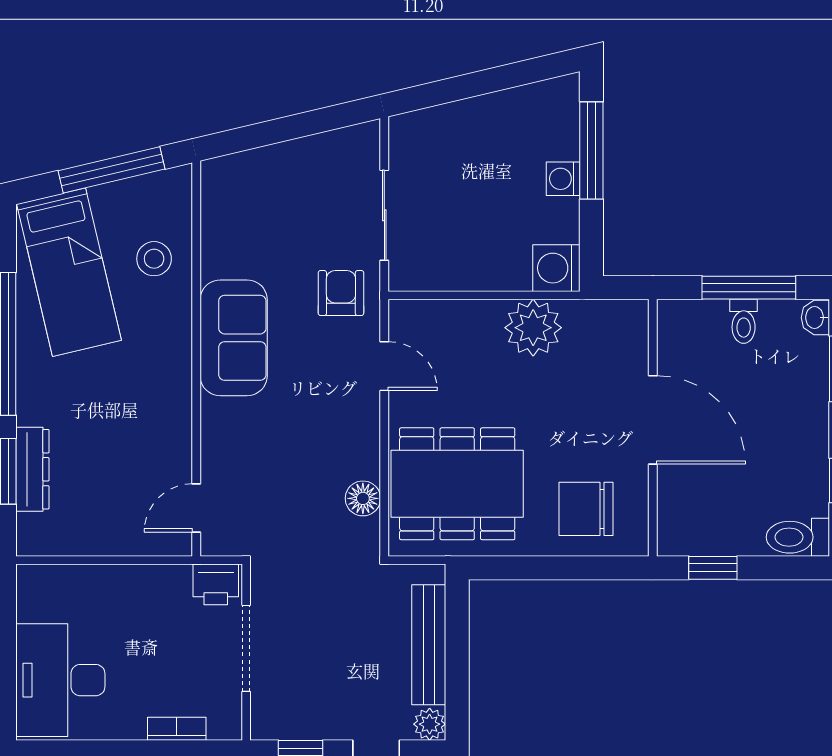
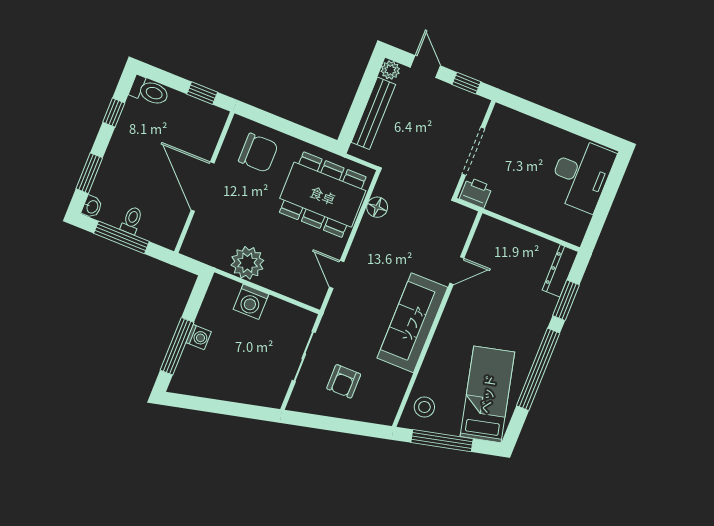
stool: (154, 259) -> (424, 407), moved
washing machine: (556, 268) -> (251, 302), moved, turned 90
armchair: (341, 293) -> (344, 381), moved
sofa: (234, 338) -> (412, 323), width x1.36
dresser: (32, 469) -> (560, 271), moved
door: (196, 508) -> (457, 271), moved
bookcase: (177, 729) -> (529, 123), removed

